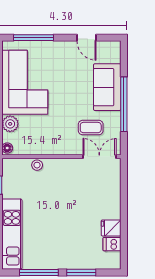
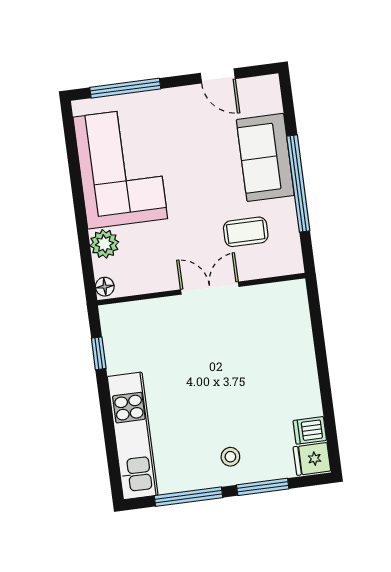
double door: (99, 157) -> (210, 288), moved
stool: (37, 165) -> (230, 457), moved
fridge: (111, 228) -> (312, 459), moved

